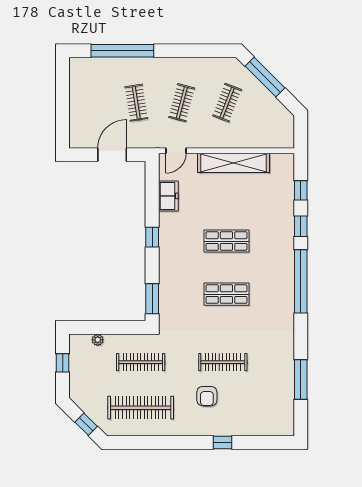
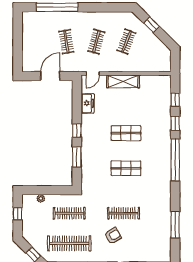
window: (265, 77) -> (151, 25), width x0.46
shelving: (234, 163) -> (123, 81), width x0.68
window: (152, 299) -> (77, 157), moved
armchair: (207, 396) -> (113, 236), turned -120

